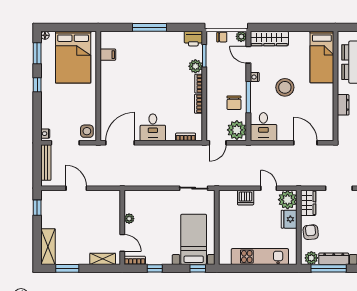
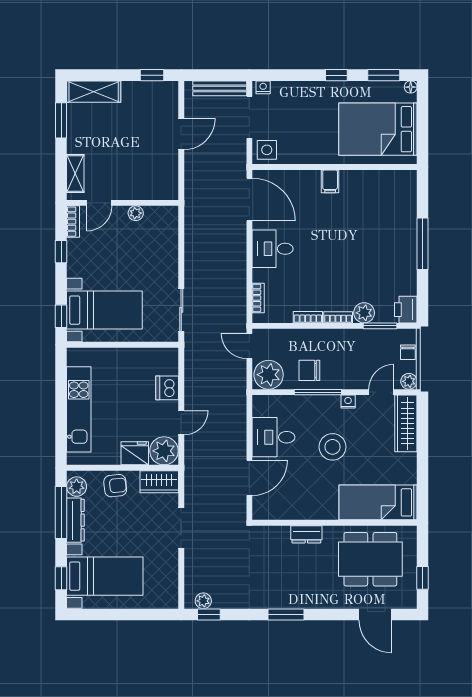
filing cabinet: (108, 55) -> (330, 181), moved
desk: (263, 127) -> (274, 437), moved

